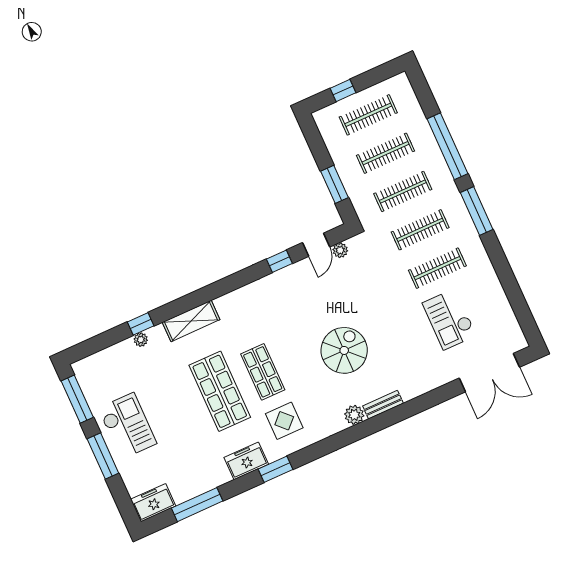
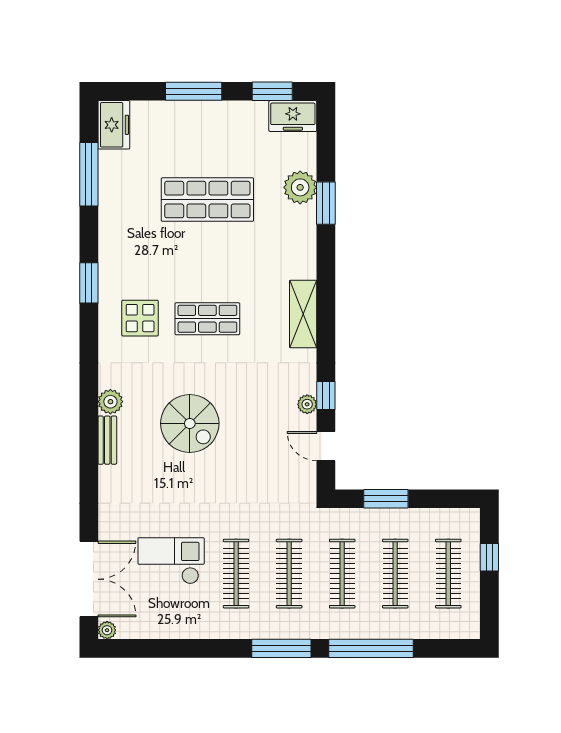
plant: (340, 250) -> (307, 404), moved
shelving: (191, 321) -> (303, 314), moved
window: (141, 324) -> (326, 203), width x1.50
plant: (141, 340) -> (300, 187), width x1.87, depth x1.87
plant: (520, 343) -> (107, 630), added
double door: (489, 373) -> (89, 579), swing flipped
shop shelf: (220, 391) -> (207, 200), moved
window: (77, 399) -> (272, 91), width x0.69
checkout: (127, 426) -> (216, 135), removed
freezer: (246, 461) -> (293, 116), moved, turned 90

